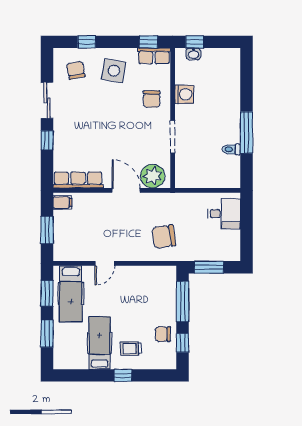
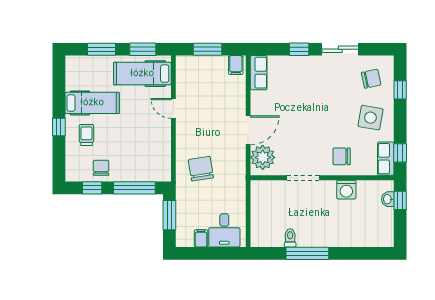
row of seats: (78, 180) -> (259, 73), width x0.68
filing cabinet: (232, 236) -> (201, 238), added

